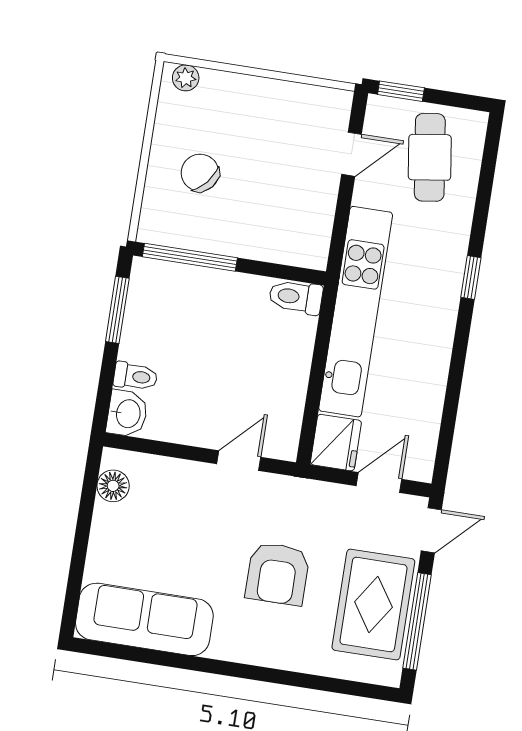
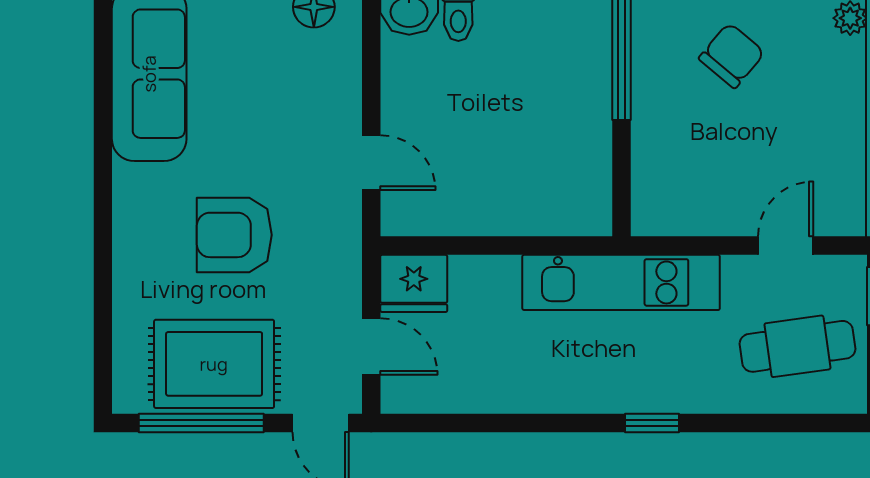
door: (351, 154) -> (786, 246), swing flipped
toilet: (296, 297) -> (592, 203), removed
kitchen unit: (356, 312) -> (621, 282), width x0.73

